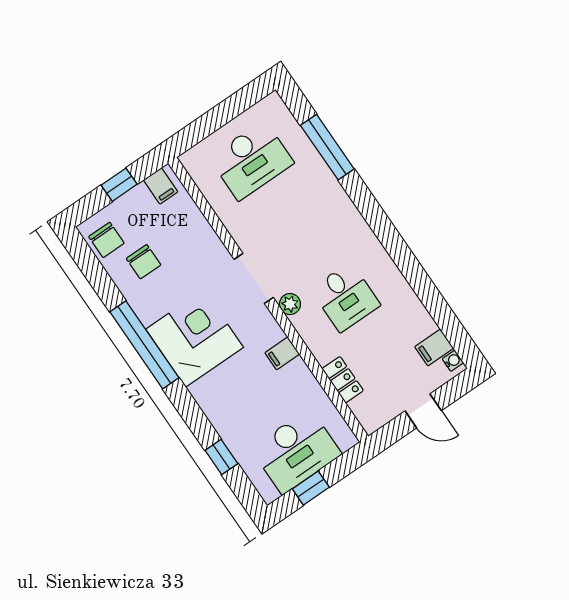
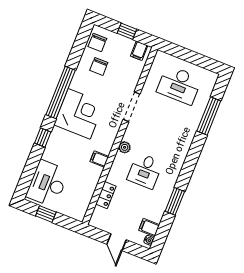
doorway: (254, 278) -> (131, 107), moved
window: (421, 283) -> (175, 201), added
desk: (296, 451) -> (48, 184), moved, turned 90
window: (221, 457) -> (43, 137), moved

